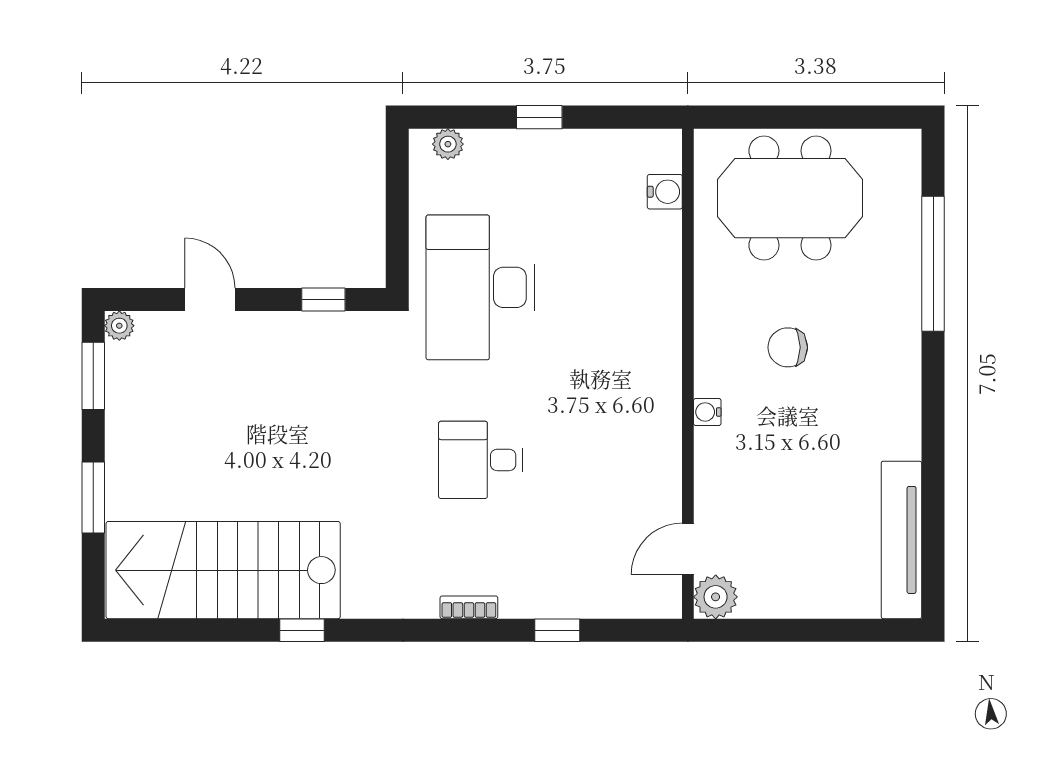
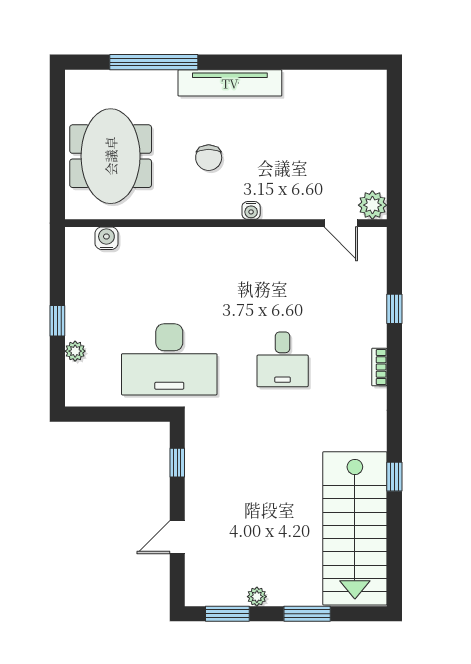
plant: (448, 144) -> (75, 351), moved
plant: (119, 326) -> (257, 597), moved
tv unit: (901, 540) -> (230, 83), moved

